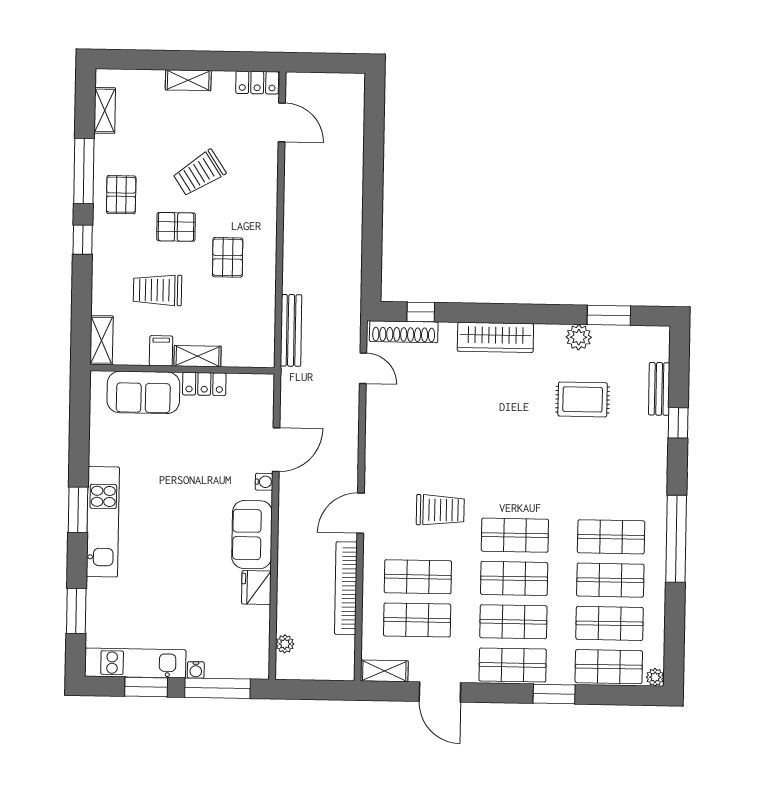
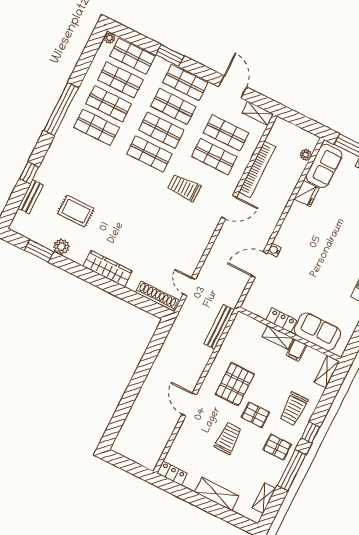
shelving: (188, 80) -> (217, 494), width x1.50, depth x1.33
door: (282, 122) -> (189, 404), moved
trolley: (199, 173) -> (228, 438), turned -57
pallet: (121, 195) -> (277, 447), turned 90
pallet: (228, 257) -> (235, 384), width x1.50, depth x1.42
trolley: (158, 290) -> (294, 409), moved, turned 90
window: (421, 312) -> (142, 303), removed
sofa: (252, 535) -> (324, 166), moved

